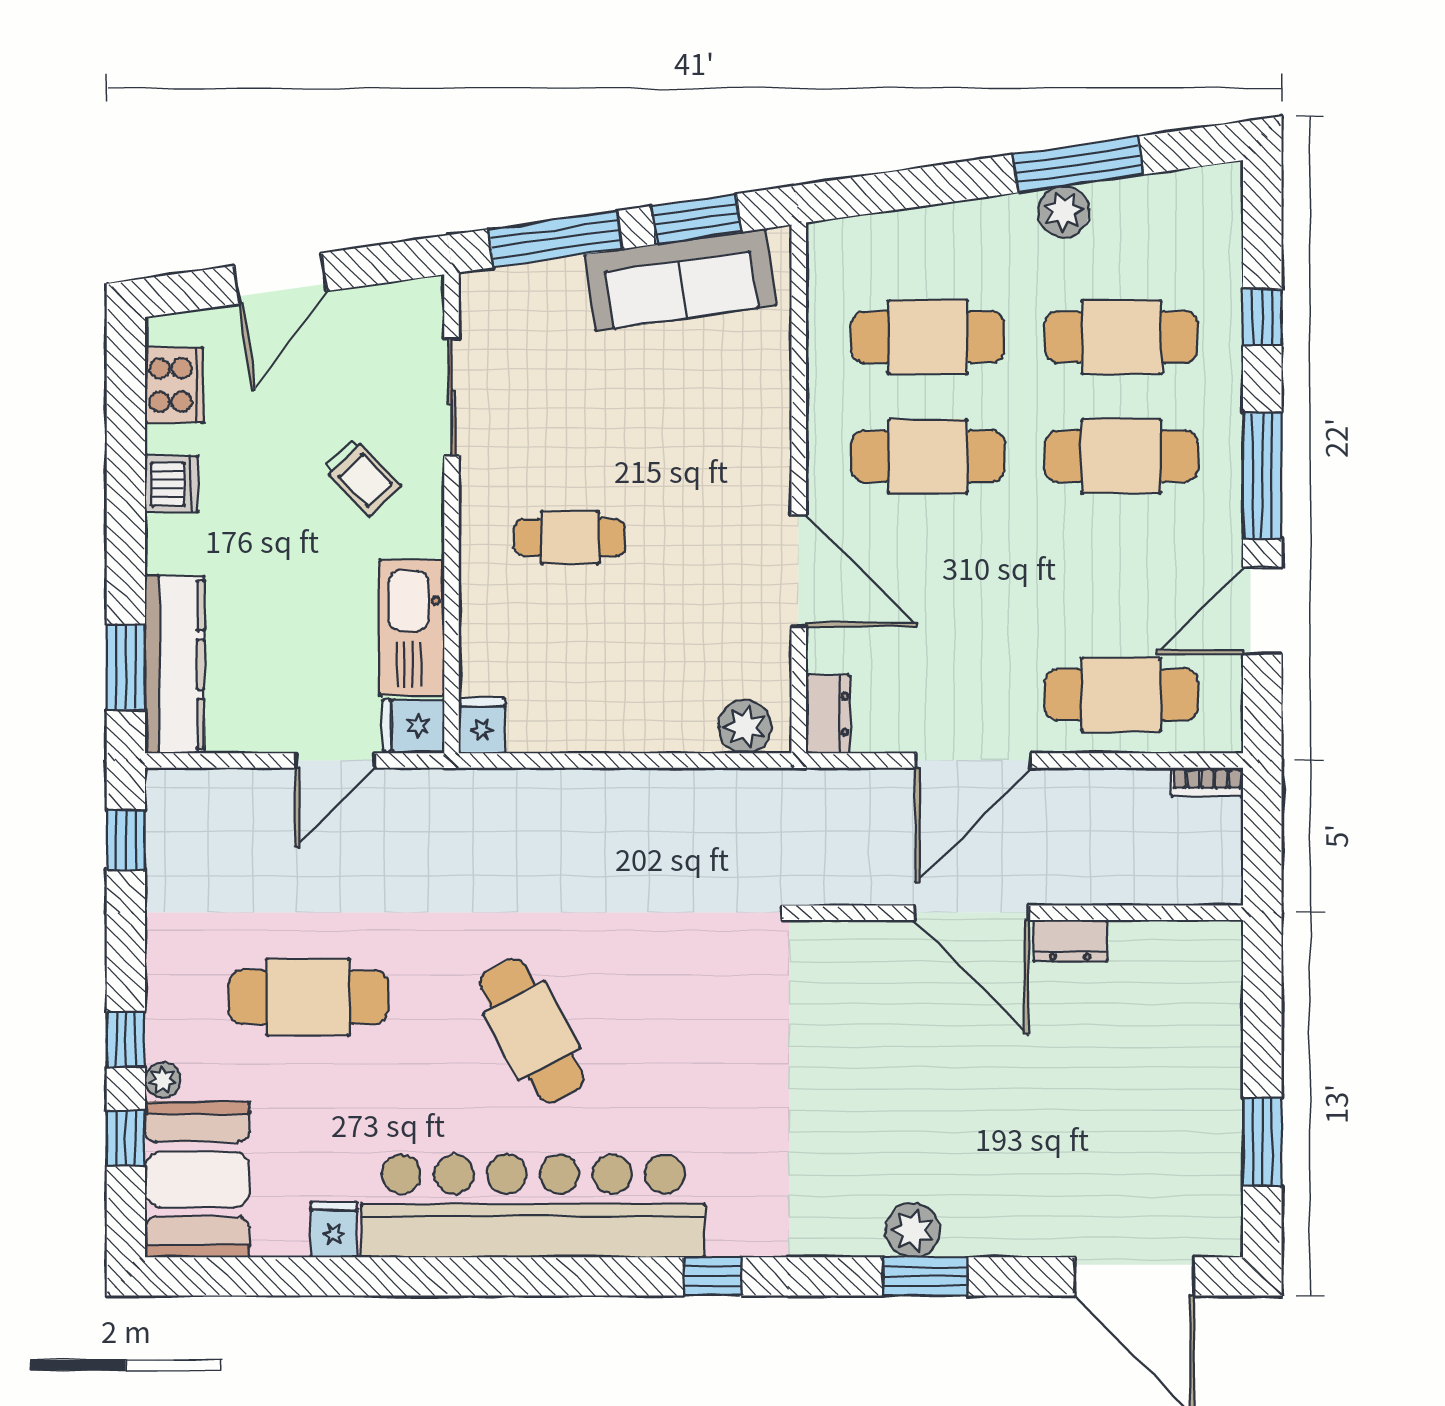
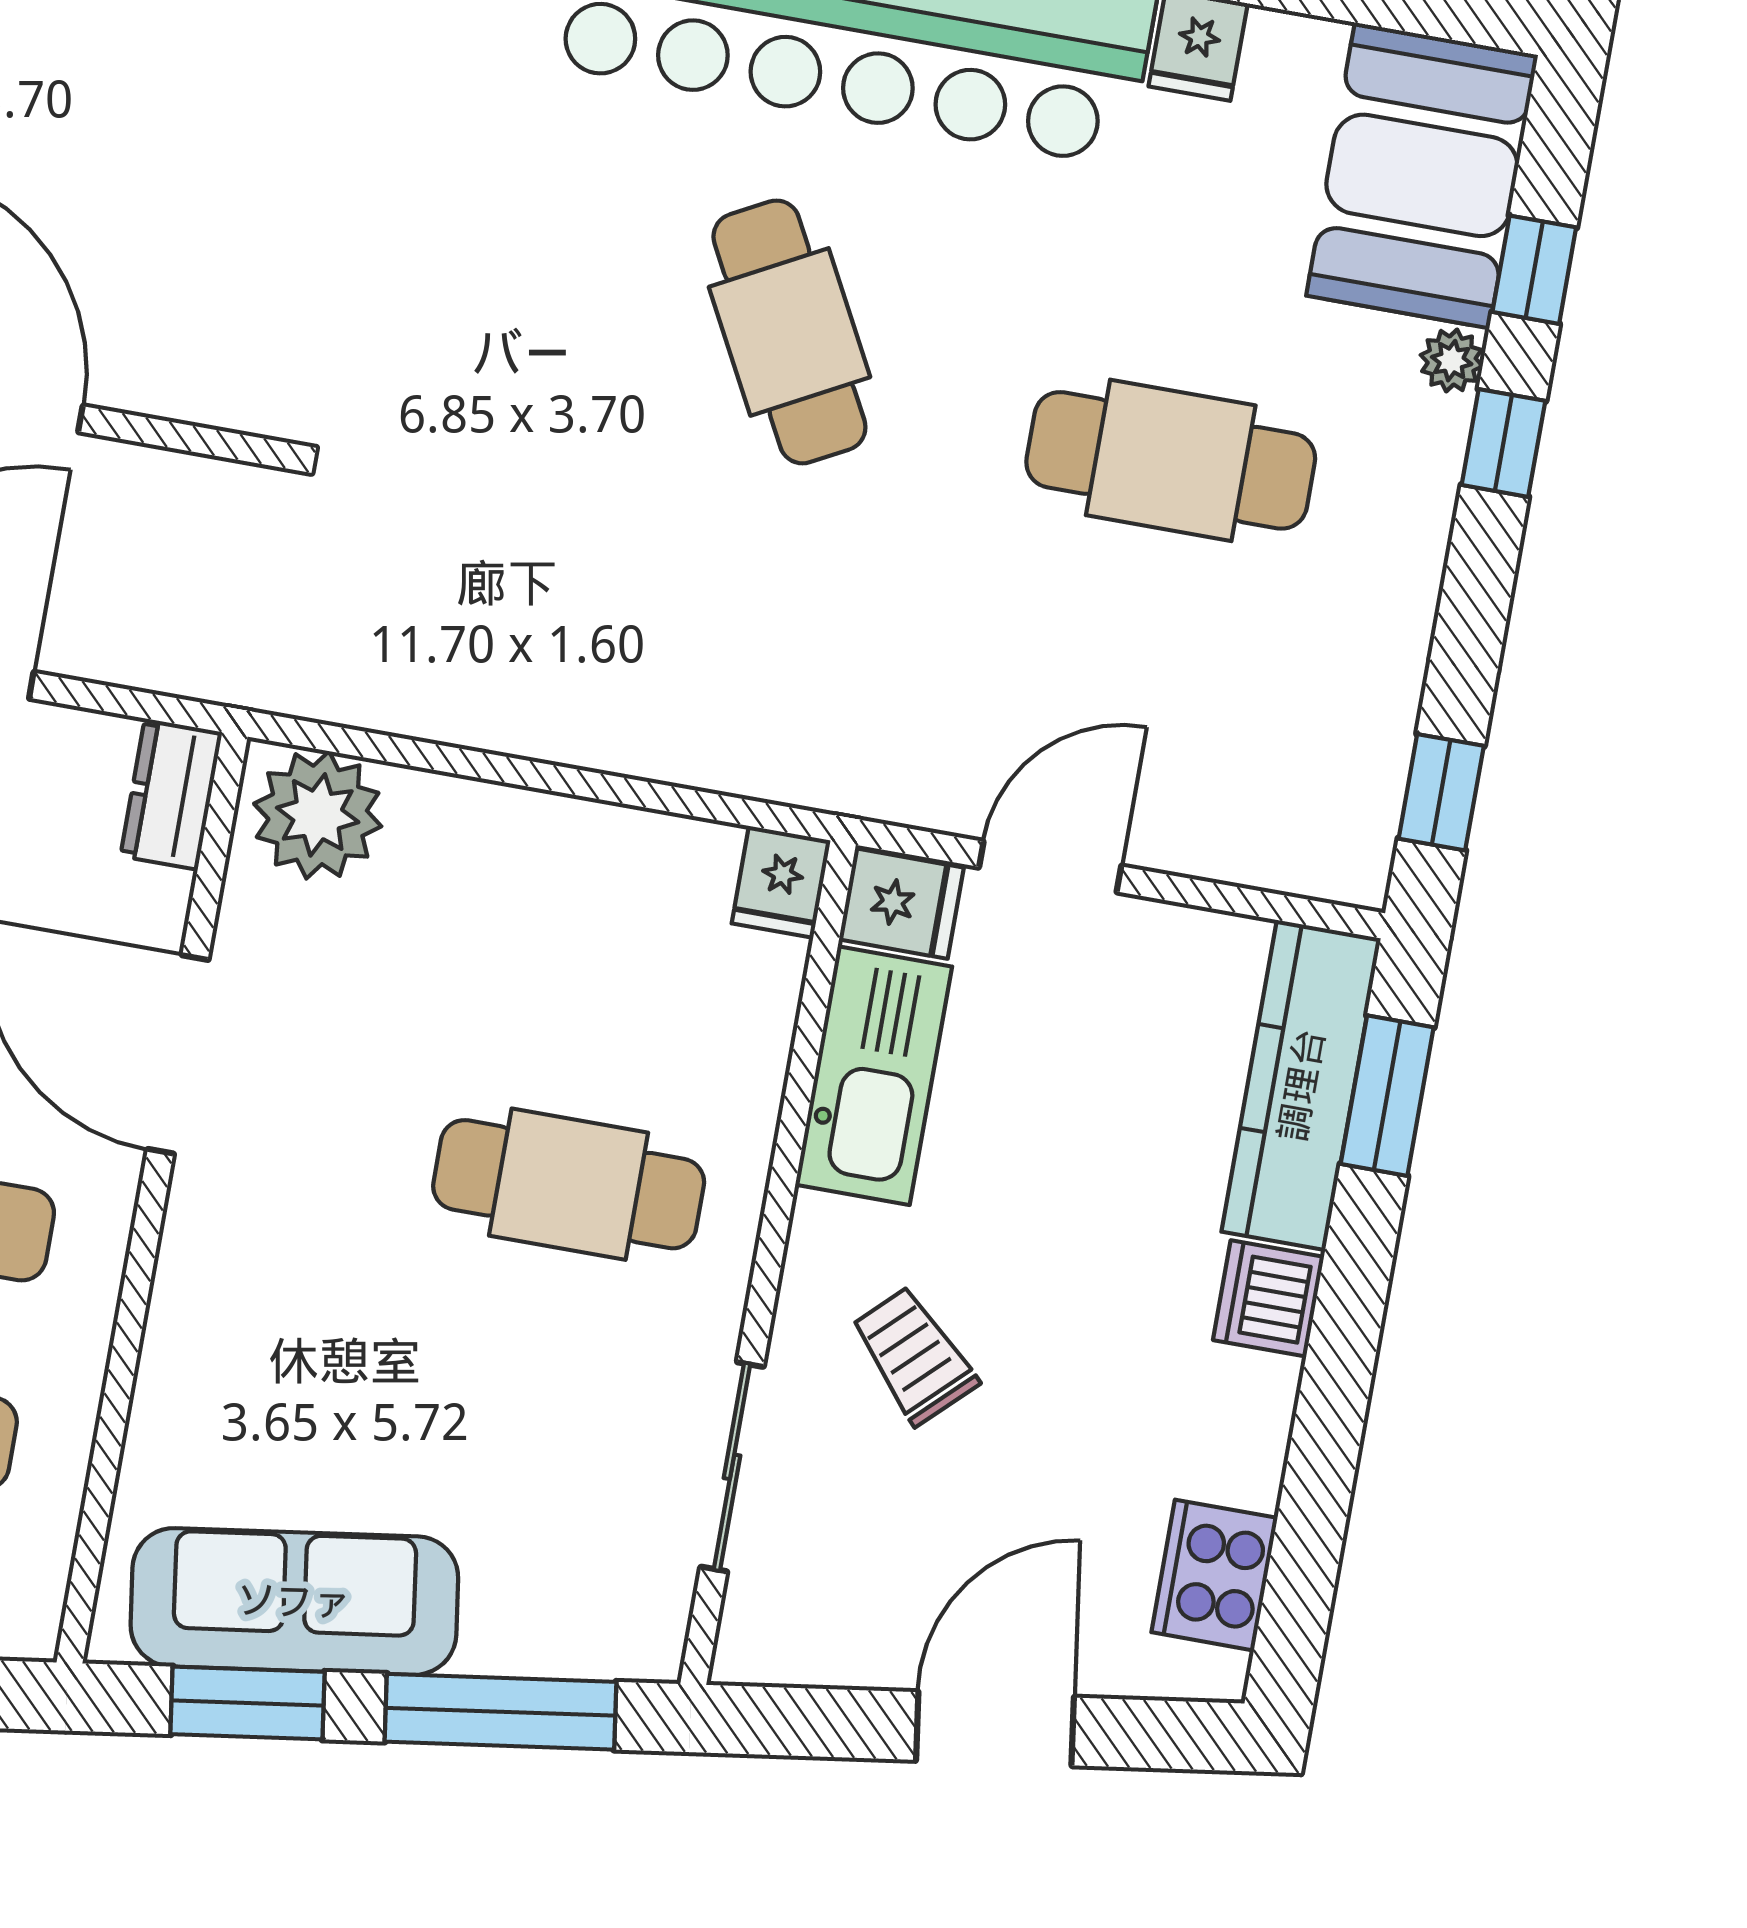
dishwasher: (171, 484) -> (1268, 1298), moved
cafe table: (570, 538) -> (569, 1184), width x1.37, depth x1.35
plant: (745, 727) -> (318, 815), width x1.36, depth x1.36

